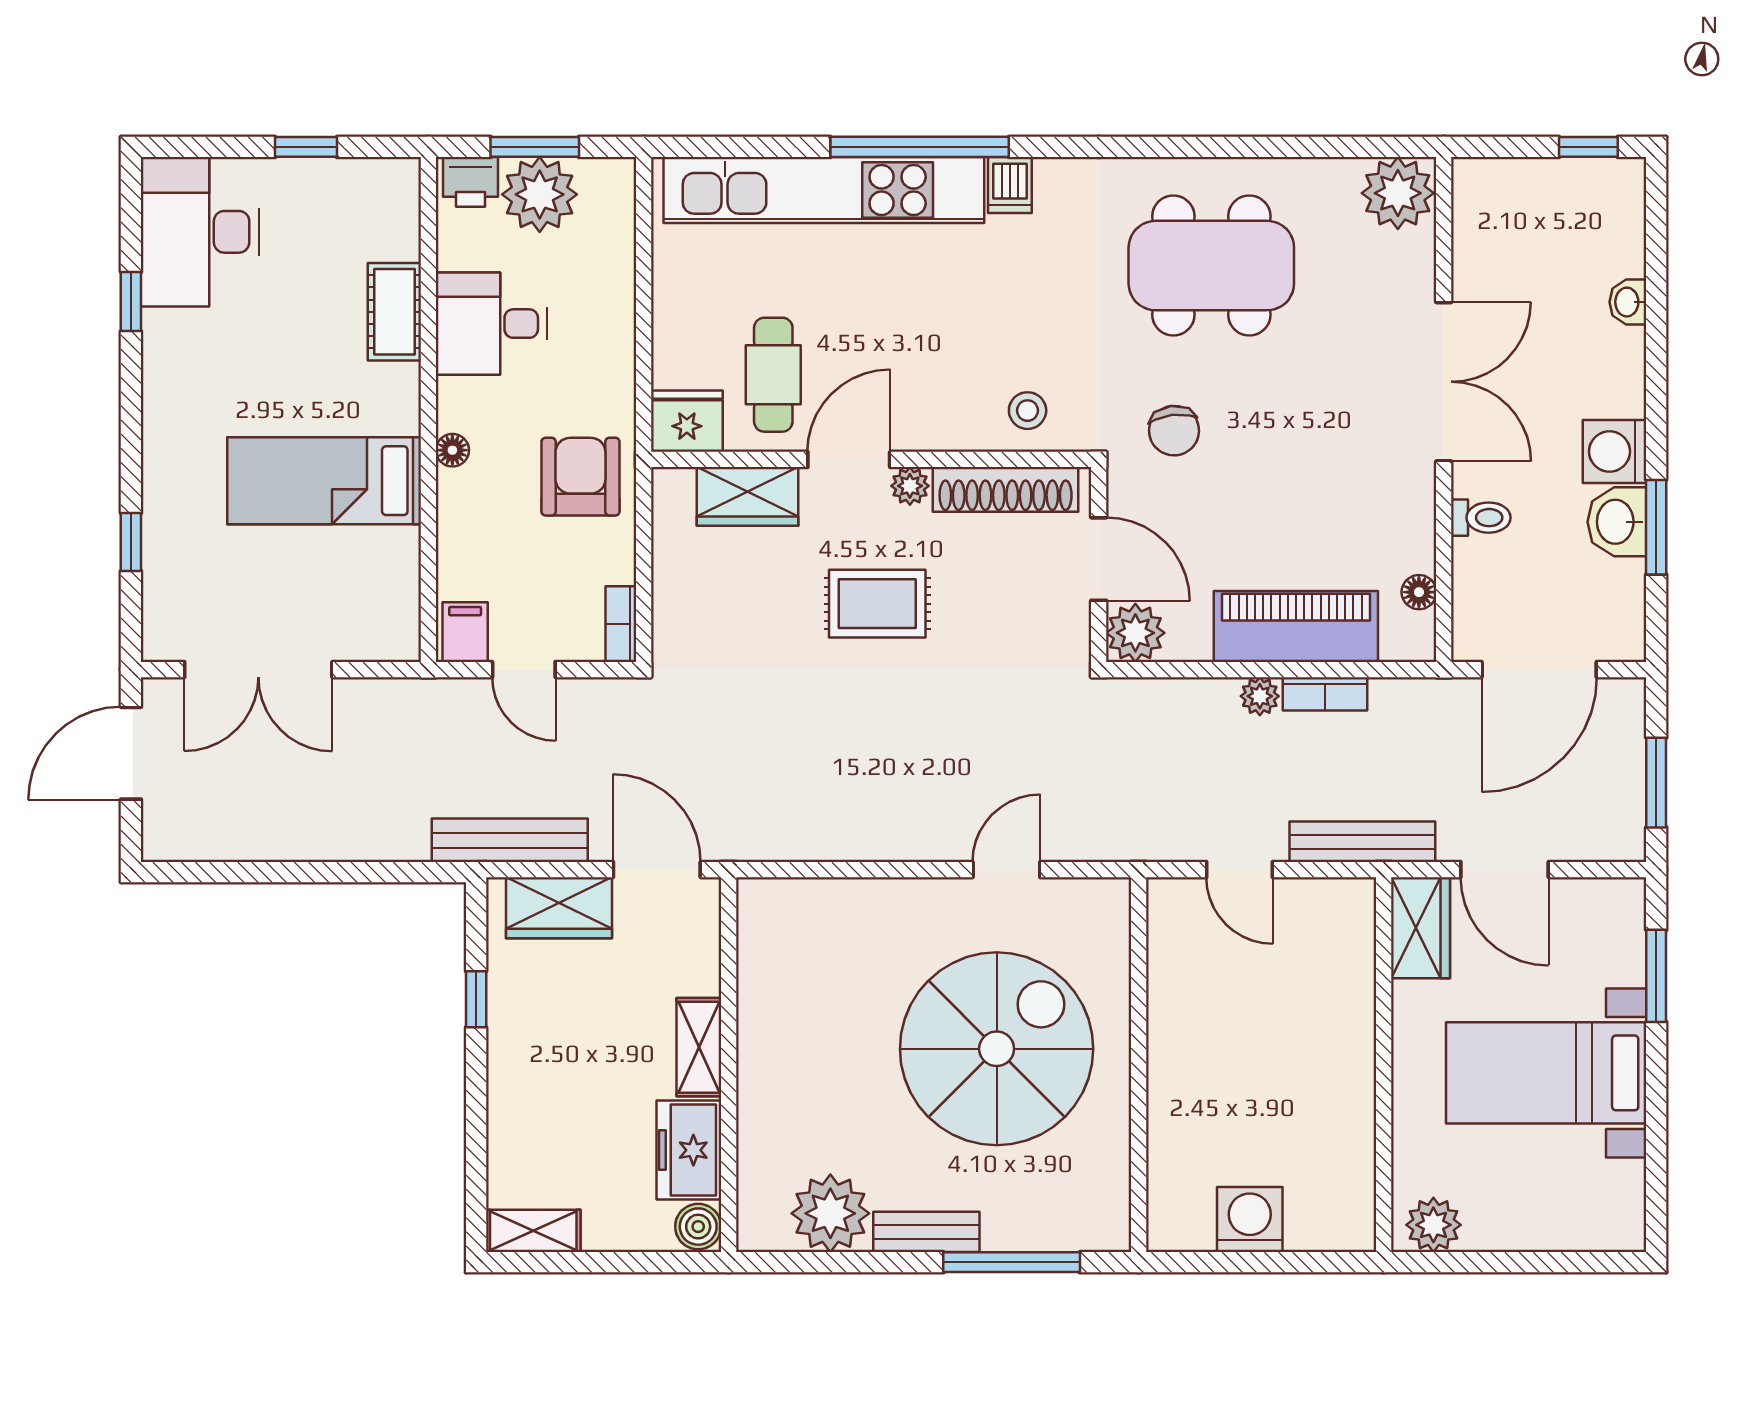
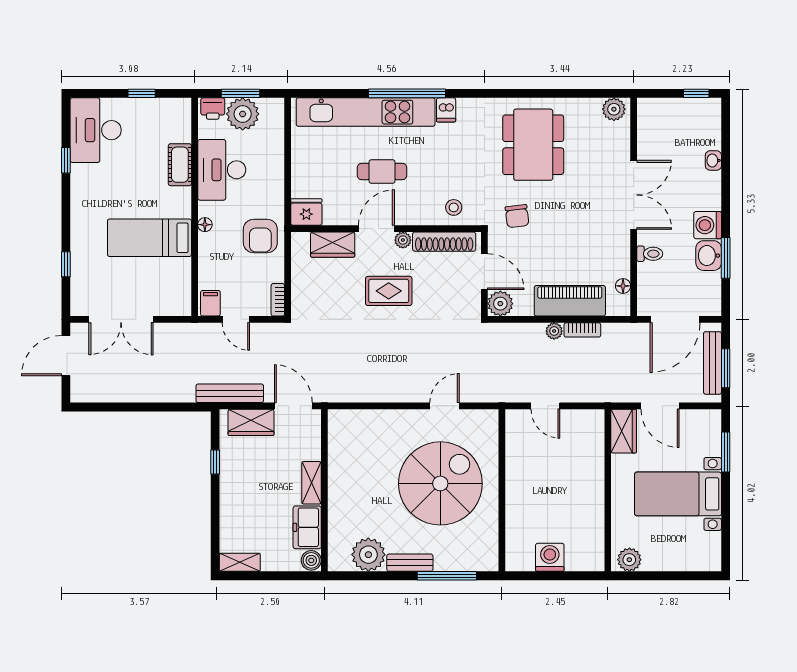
plant: (1398, 193) -> (614, 109), width x0.73, depth x0.73
dining table: (1211, 266) -> (533, 145), turned 90
desk: (491, 324) -> (222, 170), width x1.37
cafe table: (773, 375) -> (382, 171), moved, turned 90
armchair: (580, 477) -> (260, 236), turned 180
bench: (1362, 842) -> (713, 363), moved, turned 90

